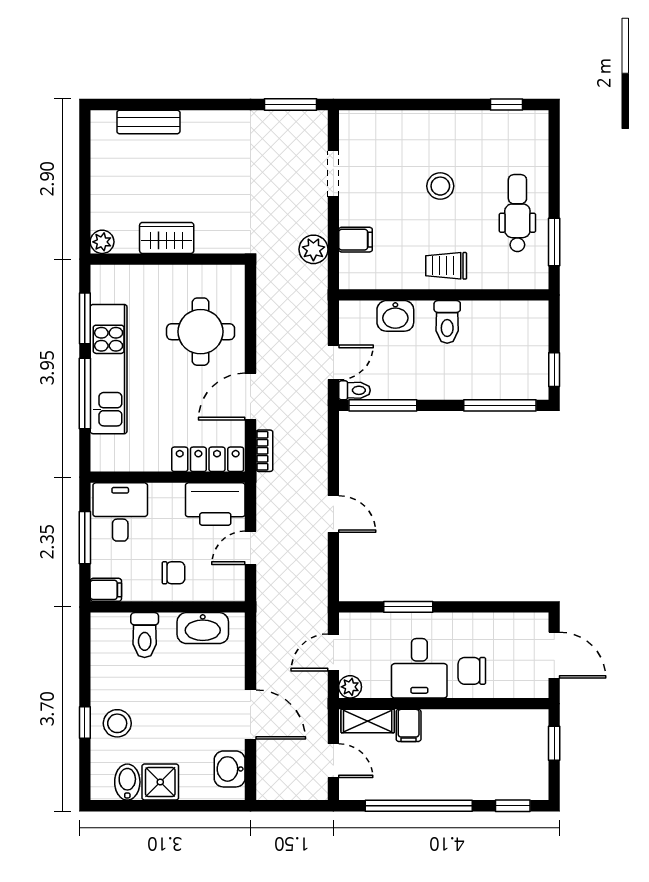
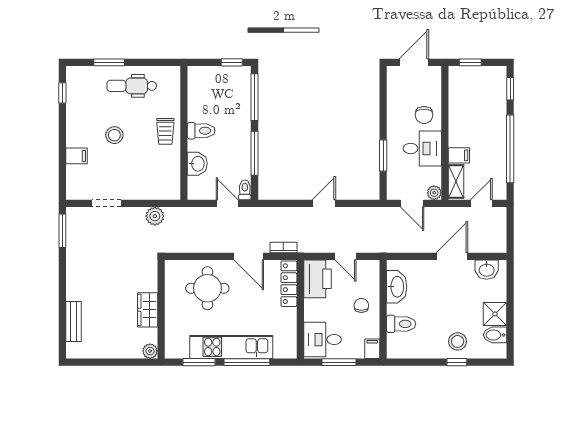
filing cabinet: (355, 240) -> (76, 156), moved, turned 90
window: (554, 242) -> (109, 62), moved
window: (383, 405) -> (254, 153), moved

